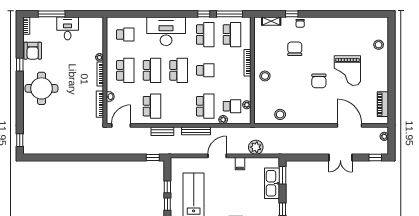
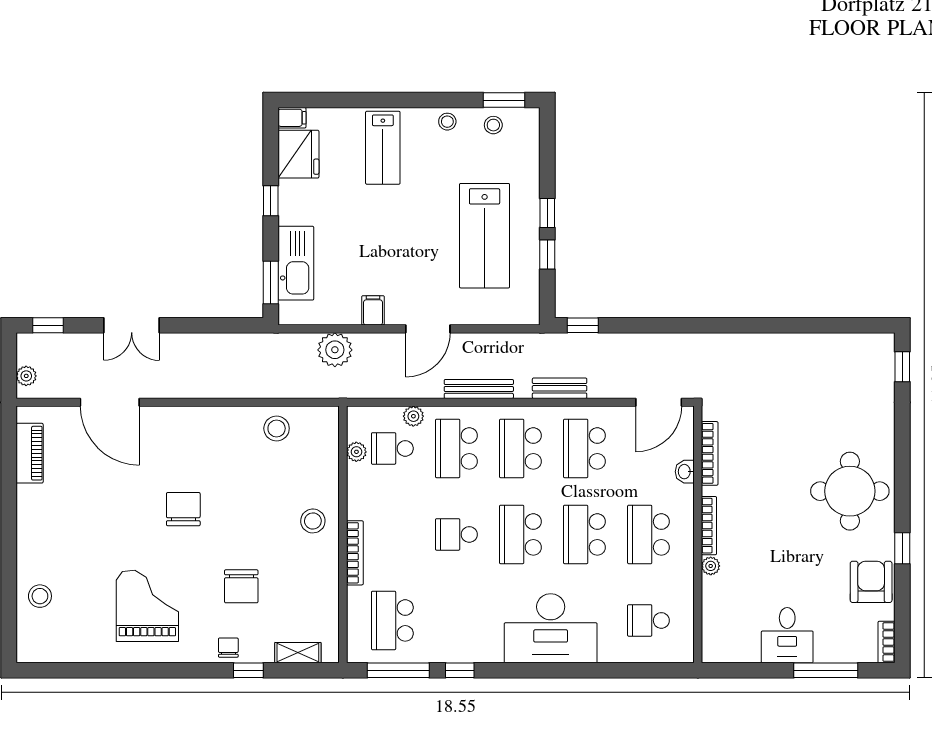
school desk: (205, 35) -> (520, 448), moved
grand piano: (347, 71) -> (147, 606), moved
double door: (340, 157) -> (132, 325), swing flipped

